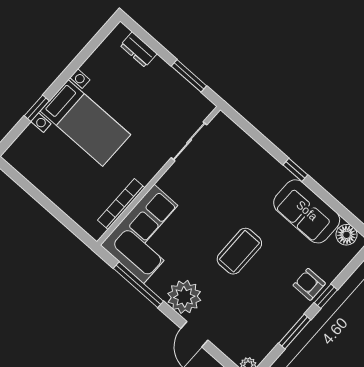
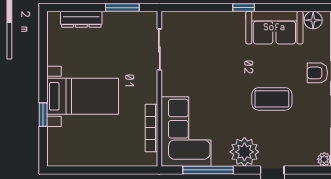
dresser: (139, 50) -> (81, 19), width x1.44
coffee table: (239, 251) -> (272, 99), moved, turned 90

